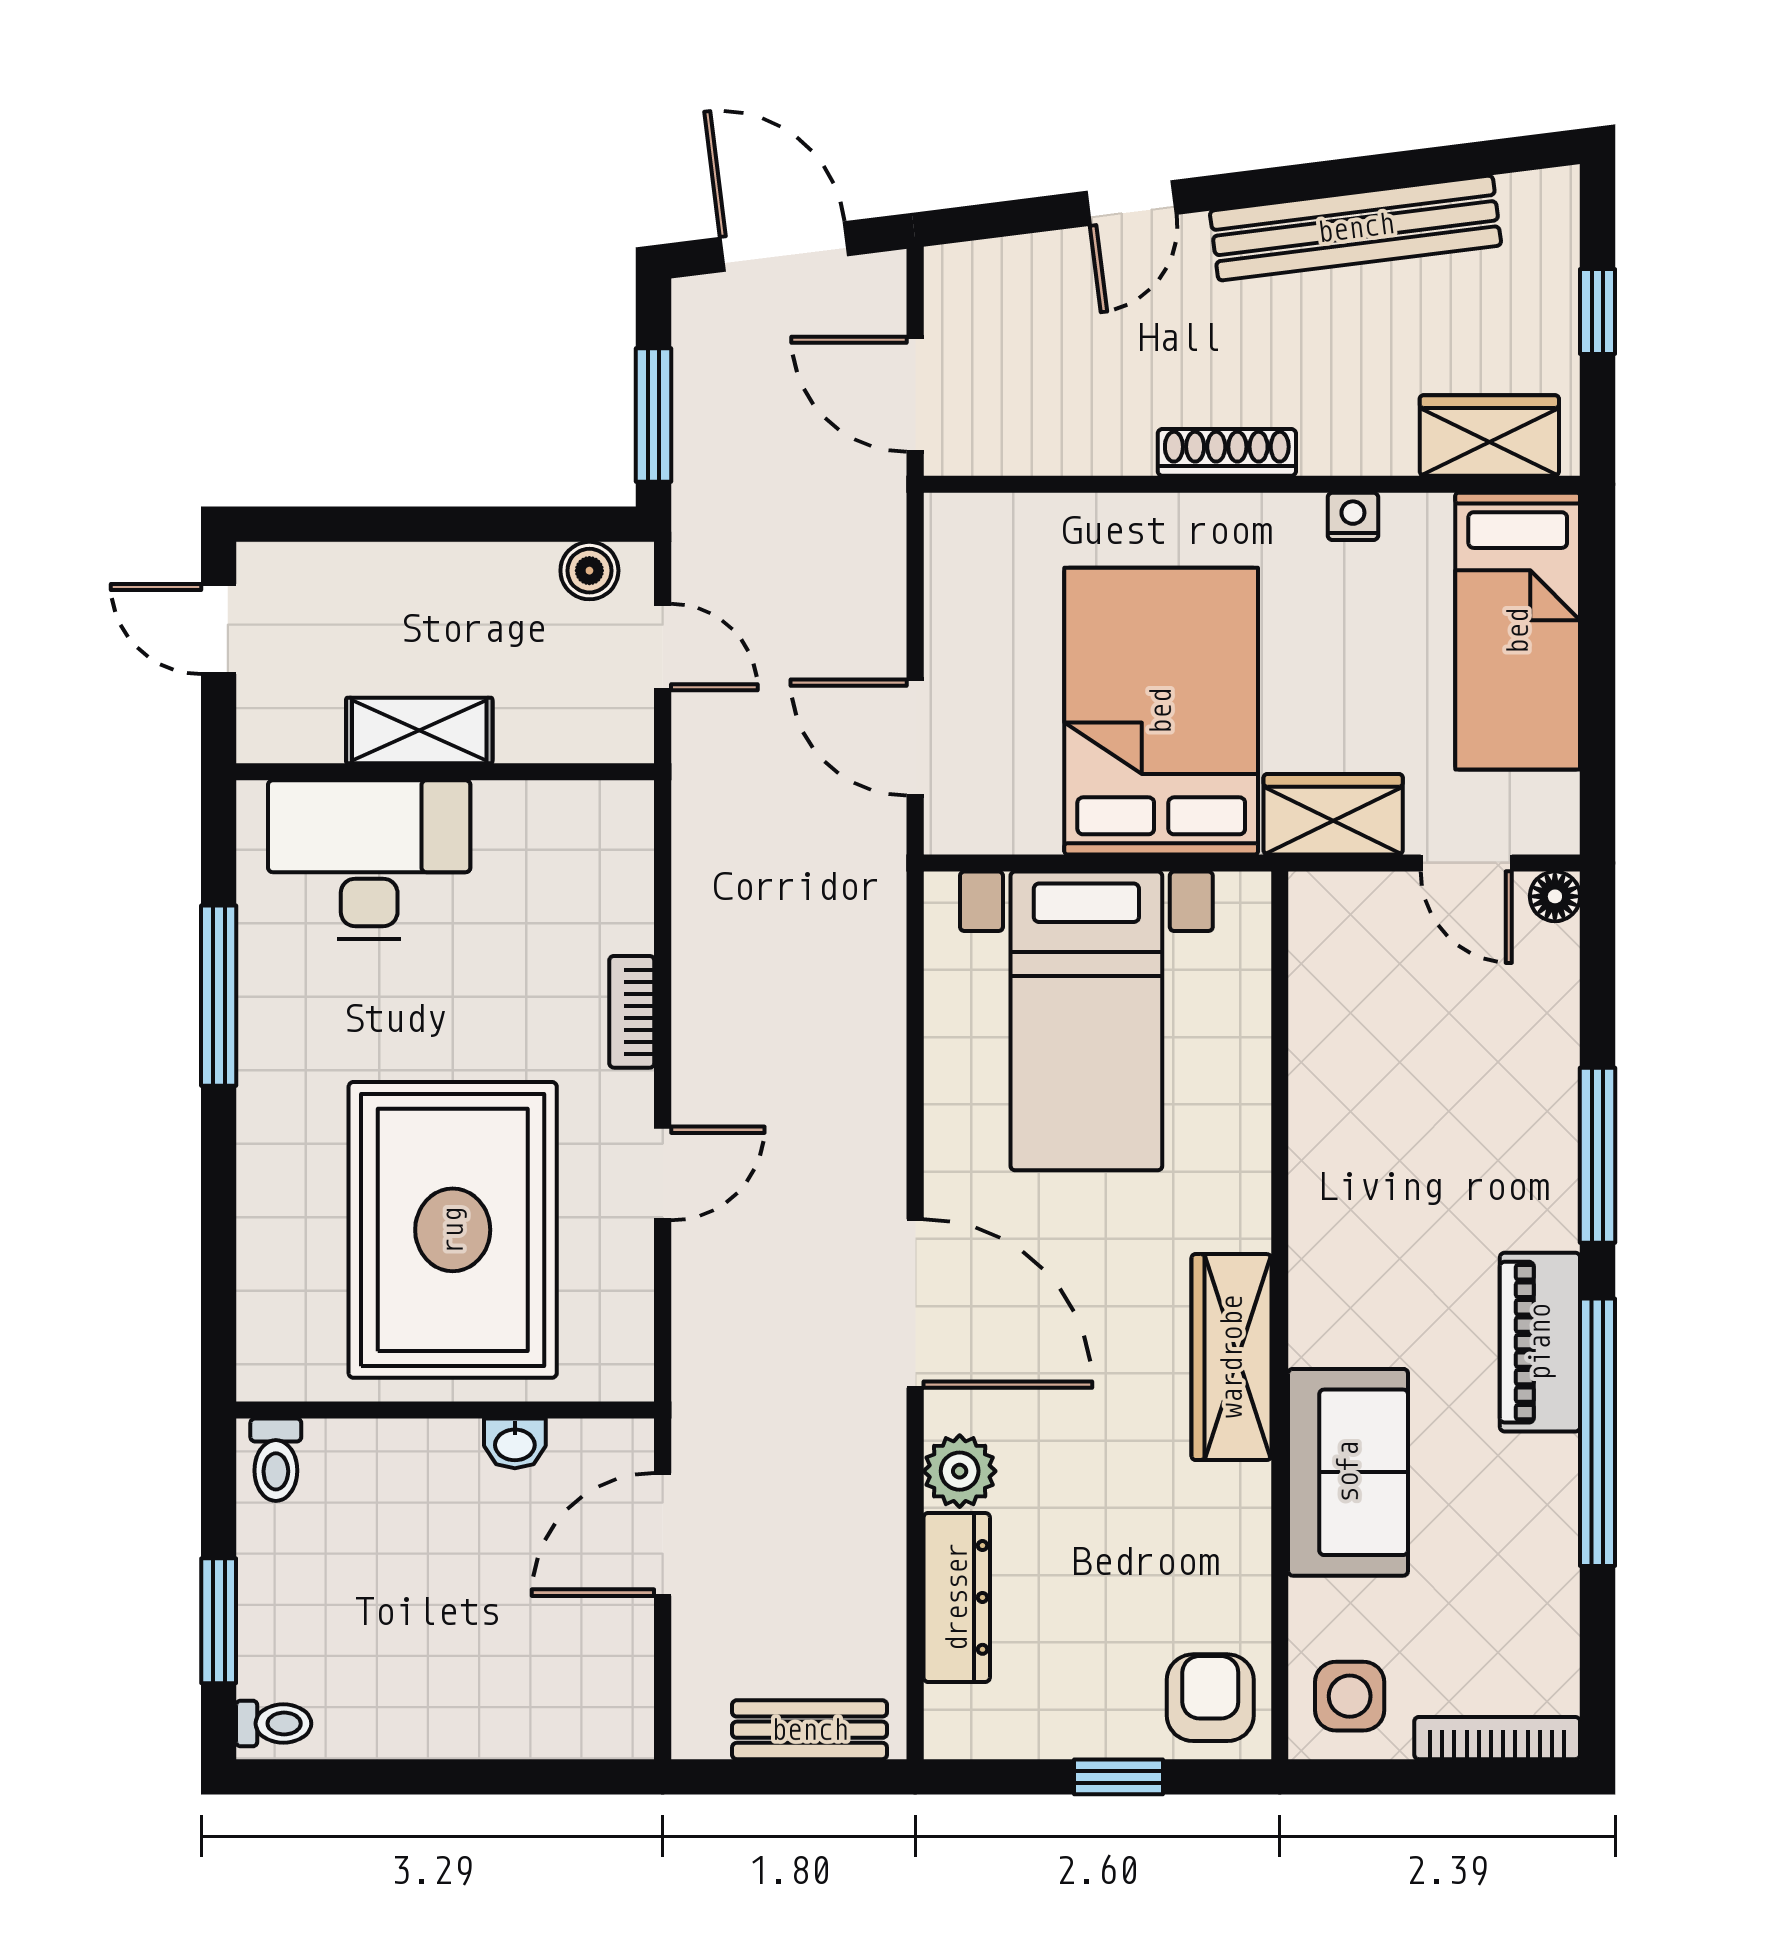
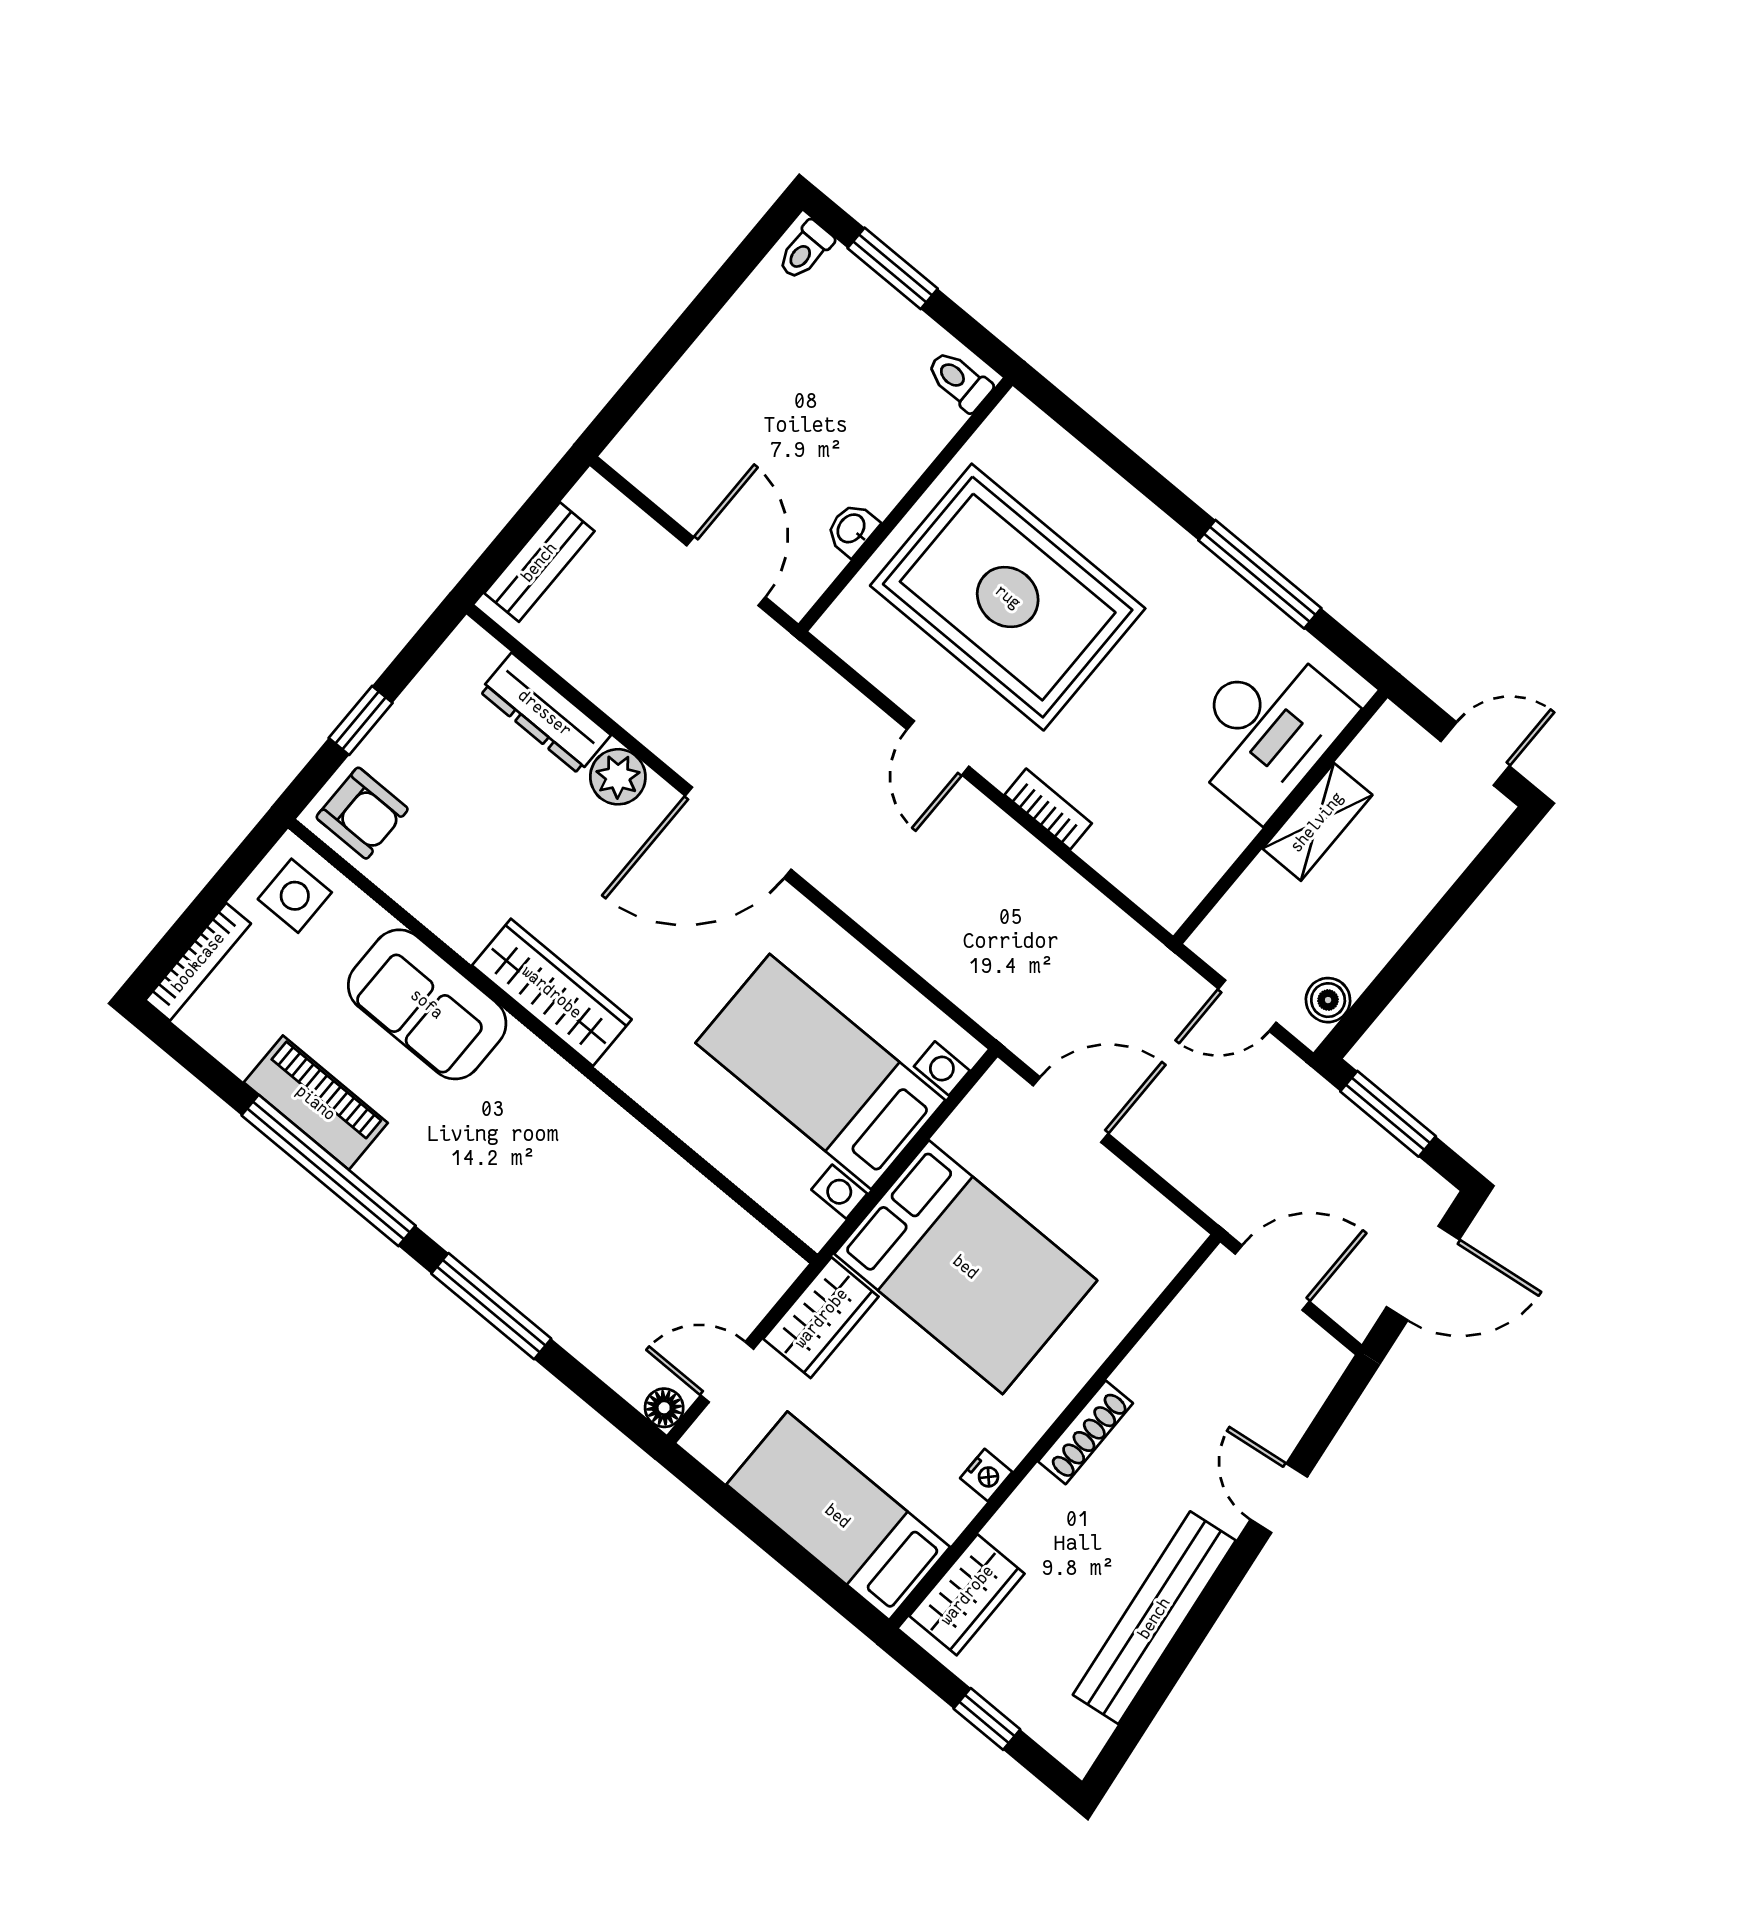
piano: (1540, 1342) -> (316, 1103), moved

